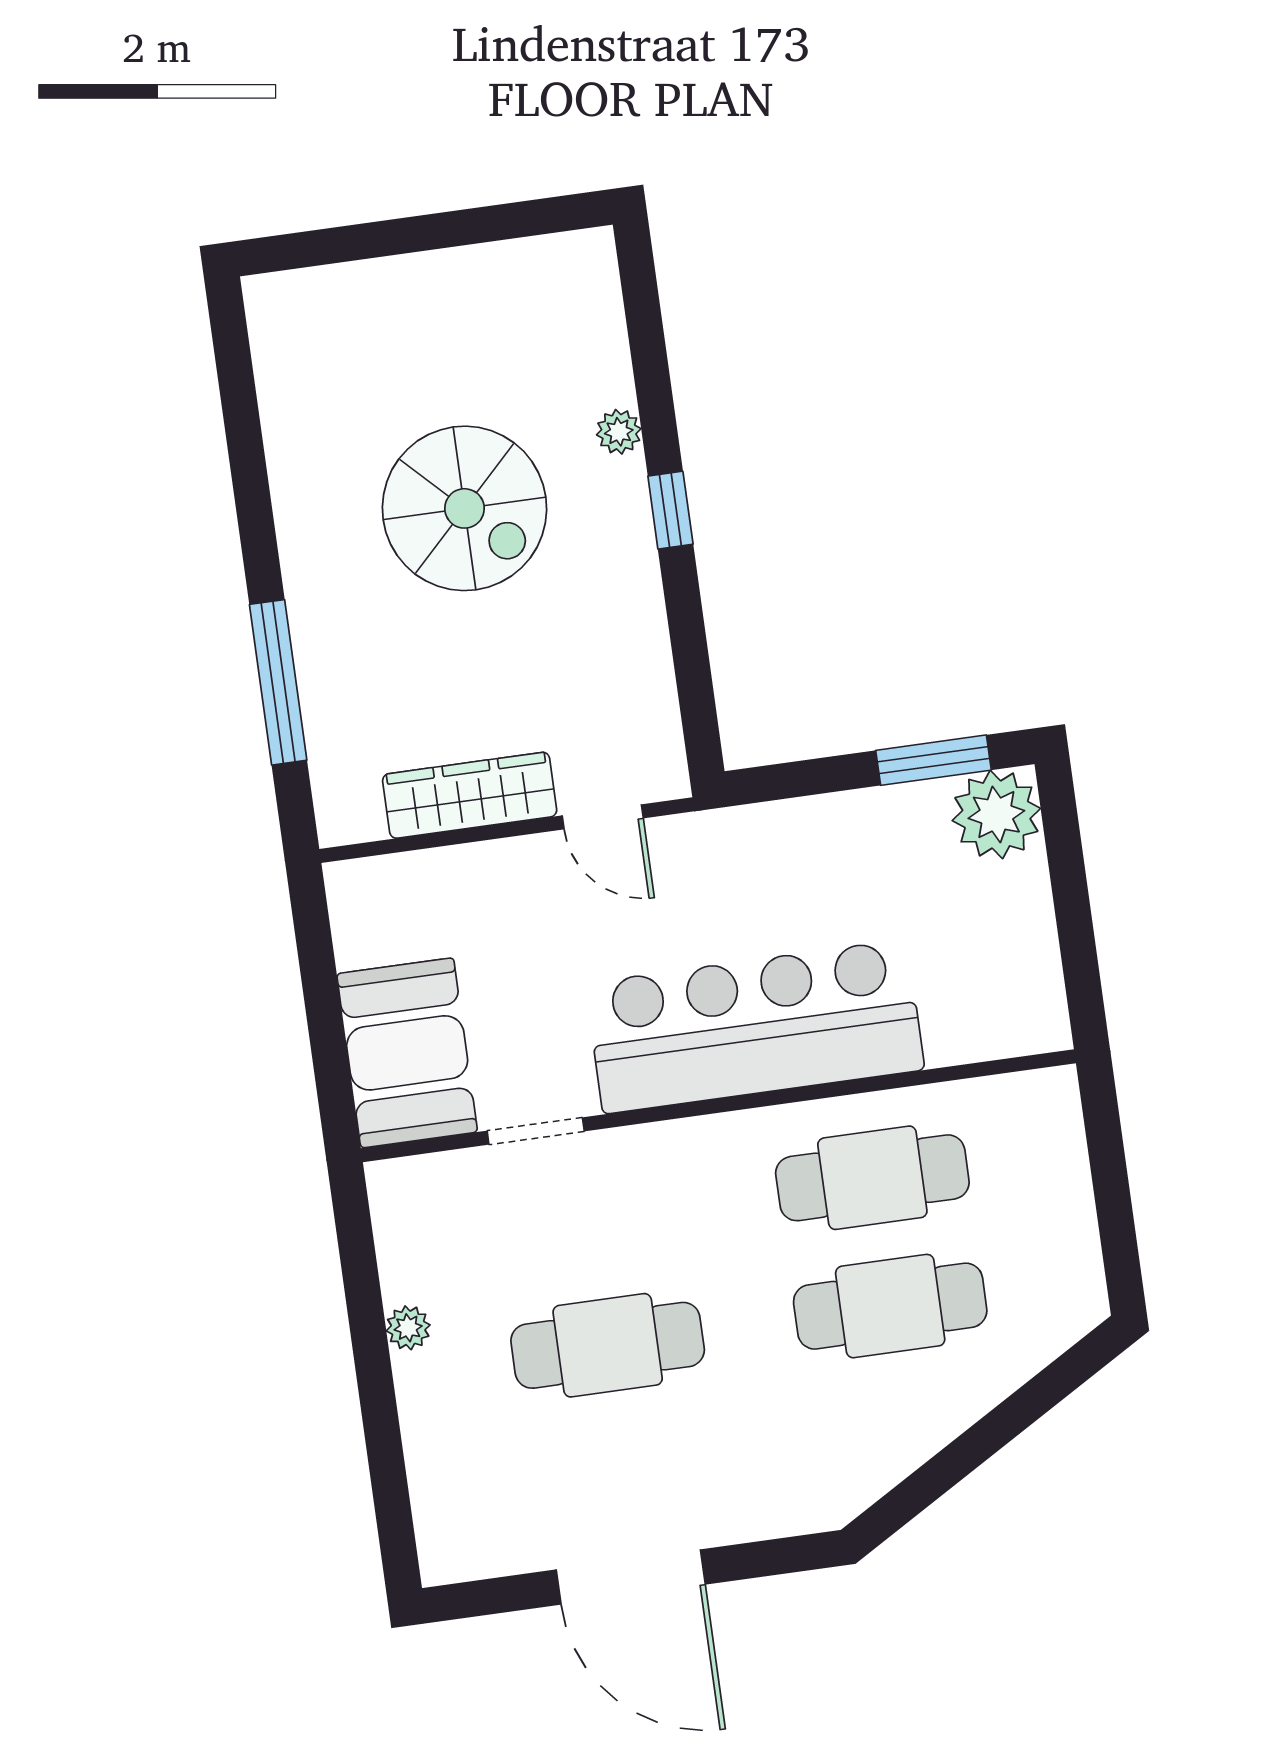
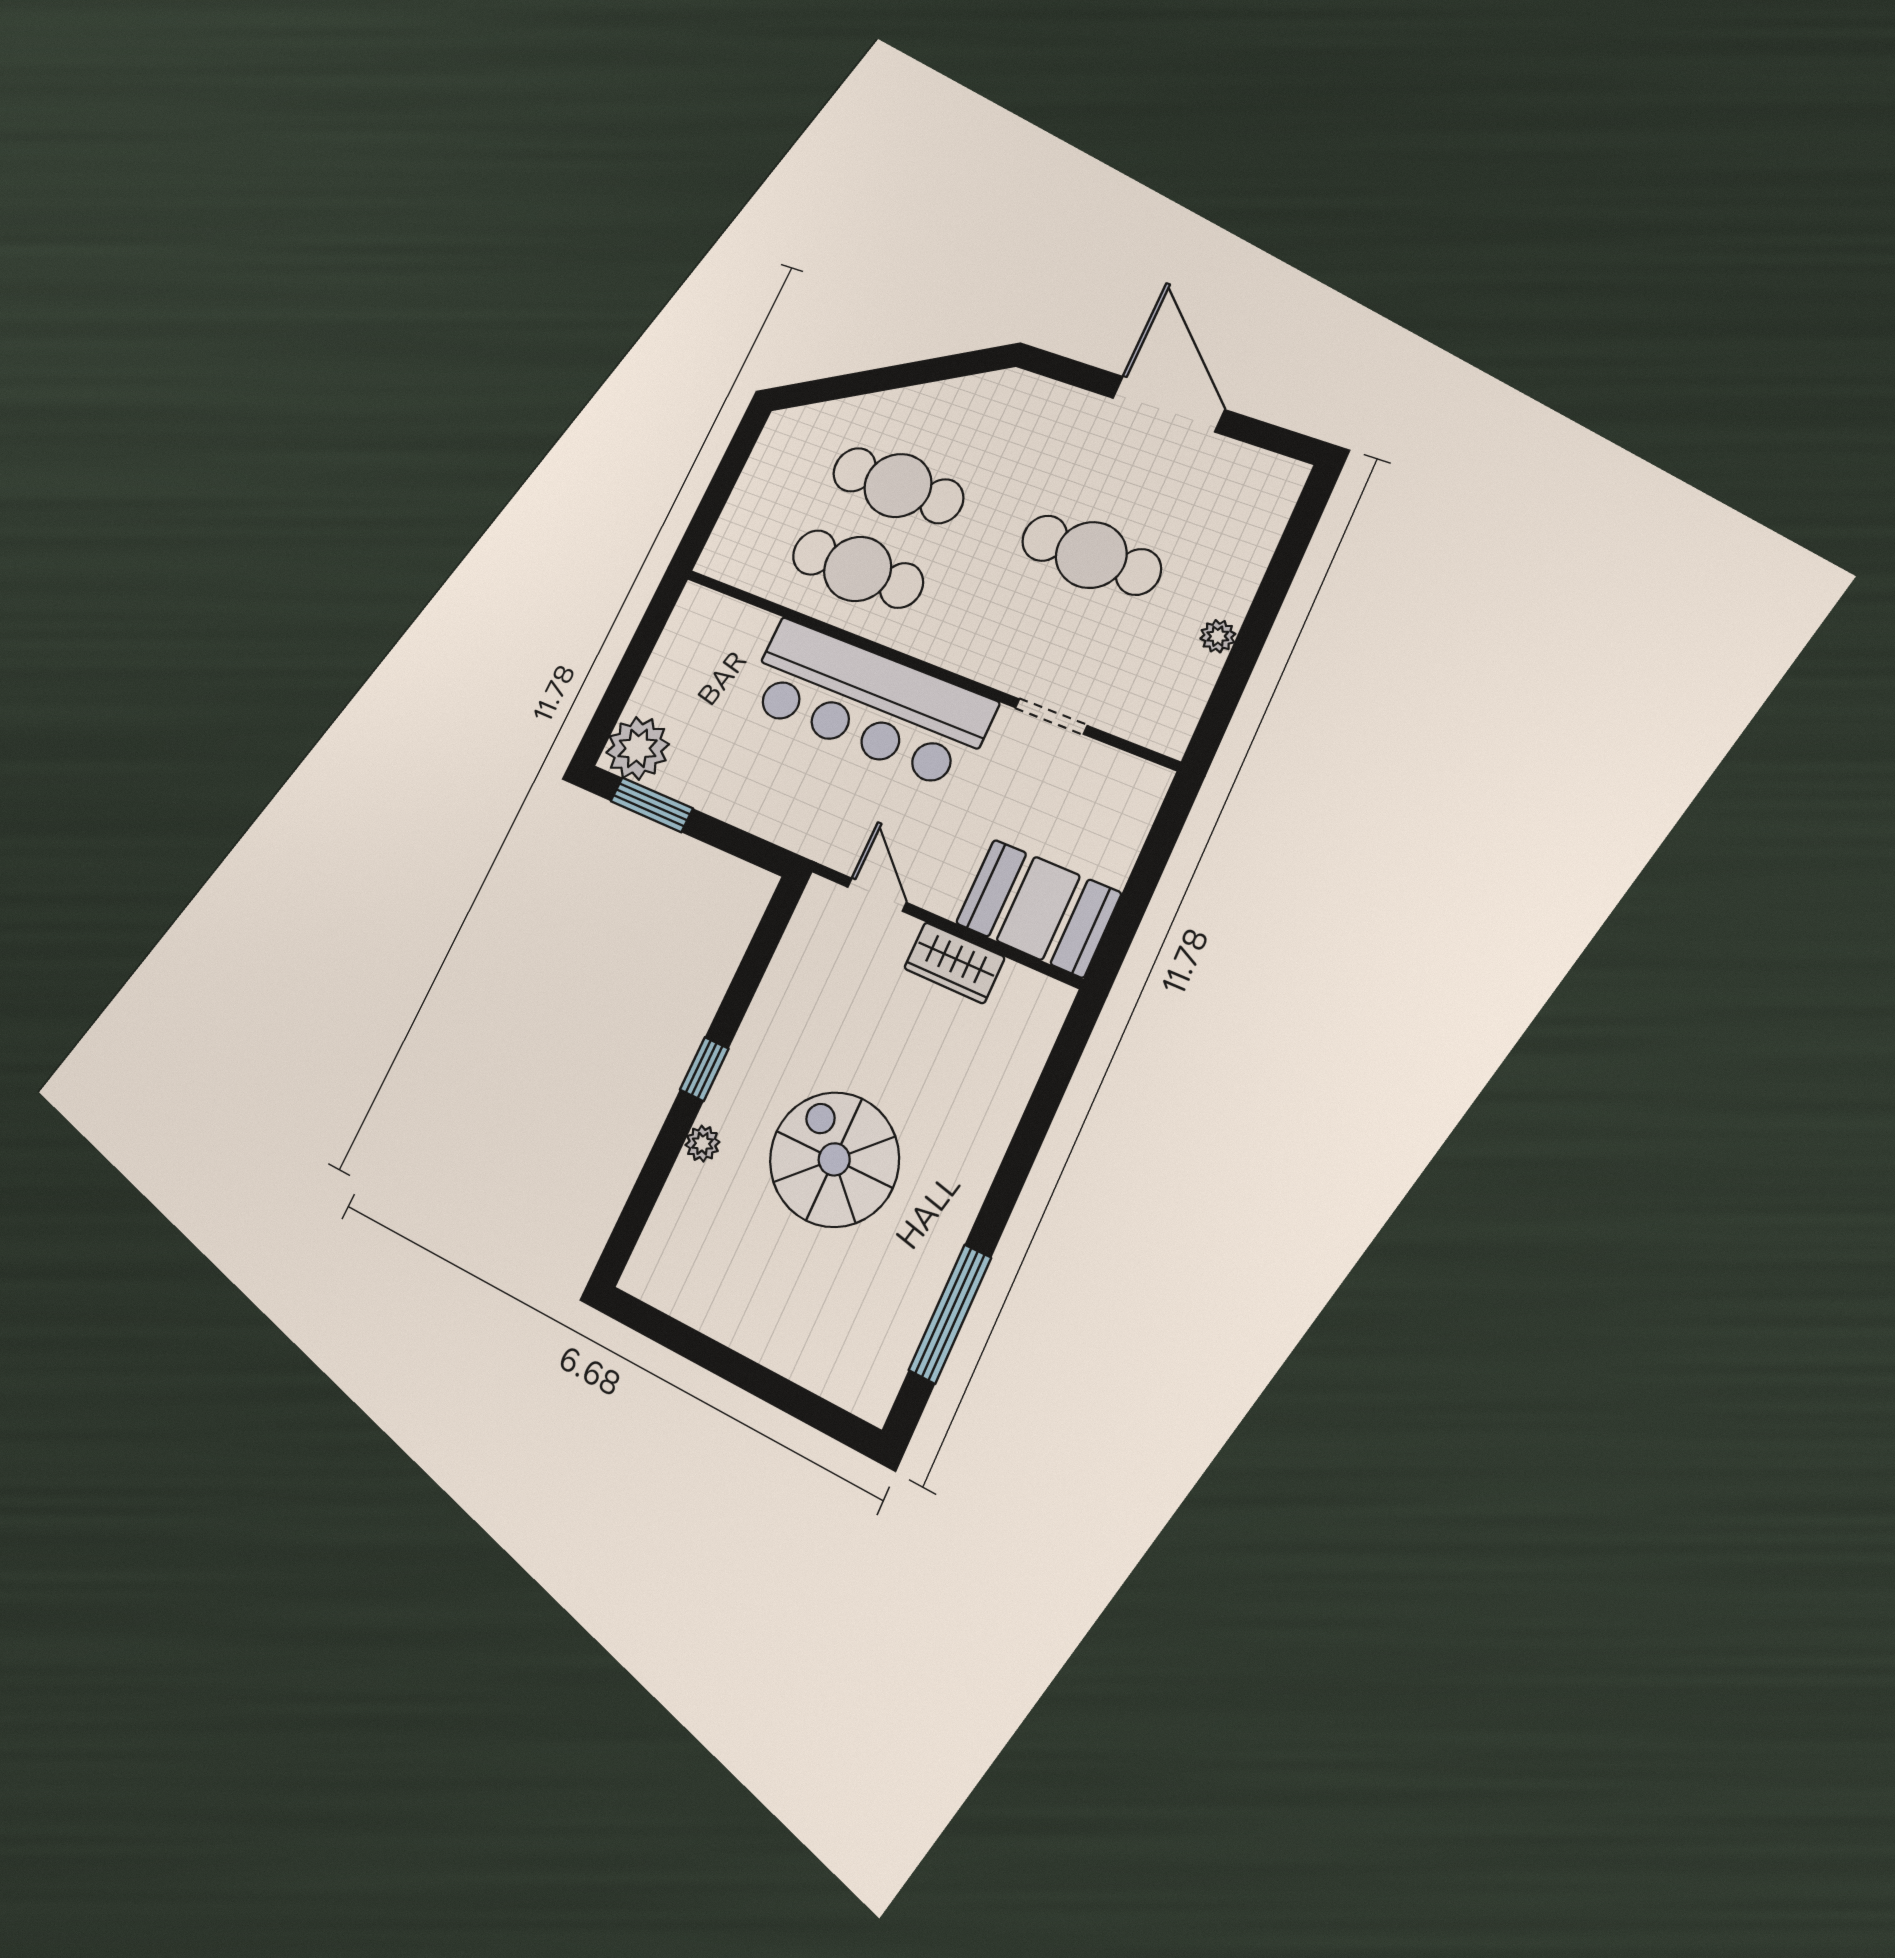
window: (278, 682) -> (950, 1314), moved
wardrobe: (470, 795) -> (954, 963), width x0.67
booth: (407, 1053) -> (1038, 908), moved, turned 90

